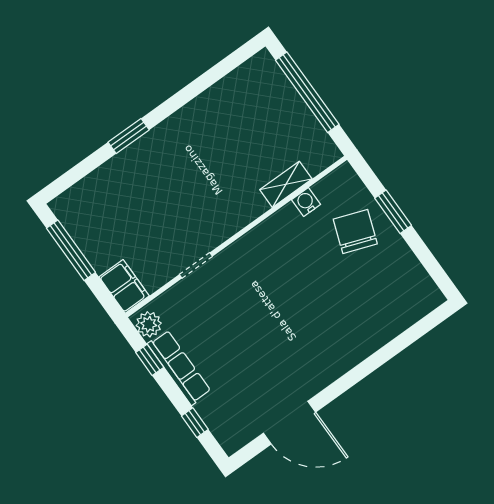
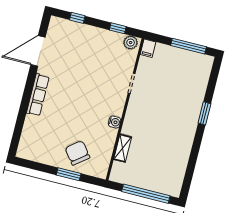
water cooler: (306, 202) -> (115, 122), moved
chair: (355, 231) -> (77, 153), turned -148
filing cabinet: (124, 286) -> (148, 48), width x0.50
row of seats: (179, 368) -> (38, 95), moved, turned -90

